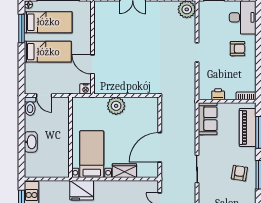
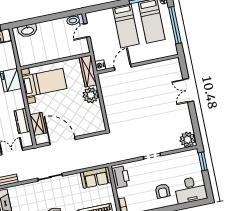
printer: (218, 94) -> (121, 177), width x1.87, depth x1.48
wardrobe: (89, 103) -> (88, 71), added
washbasin: (31, 142) -> (27, 31), moved
wardrobe: (124, 171) -> (38, 124), moved
kitchen counter: (129, 187) -> (22, 121), added

